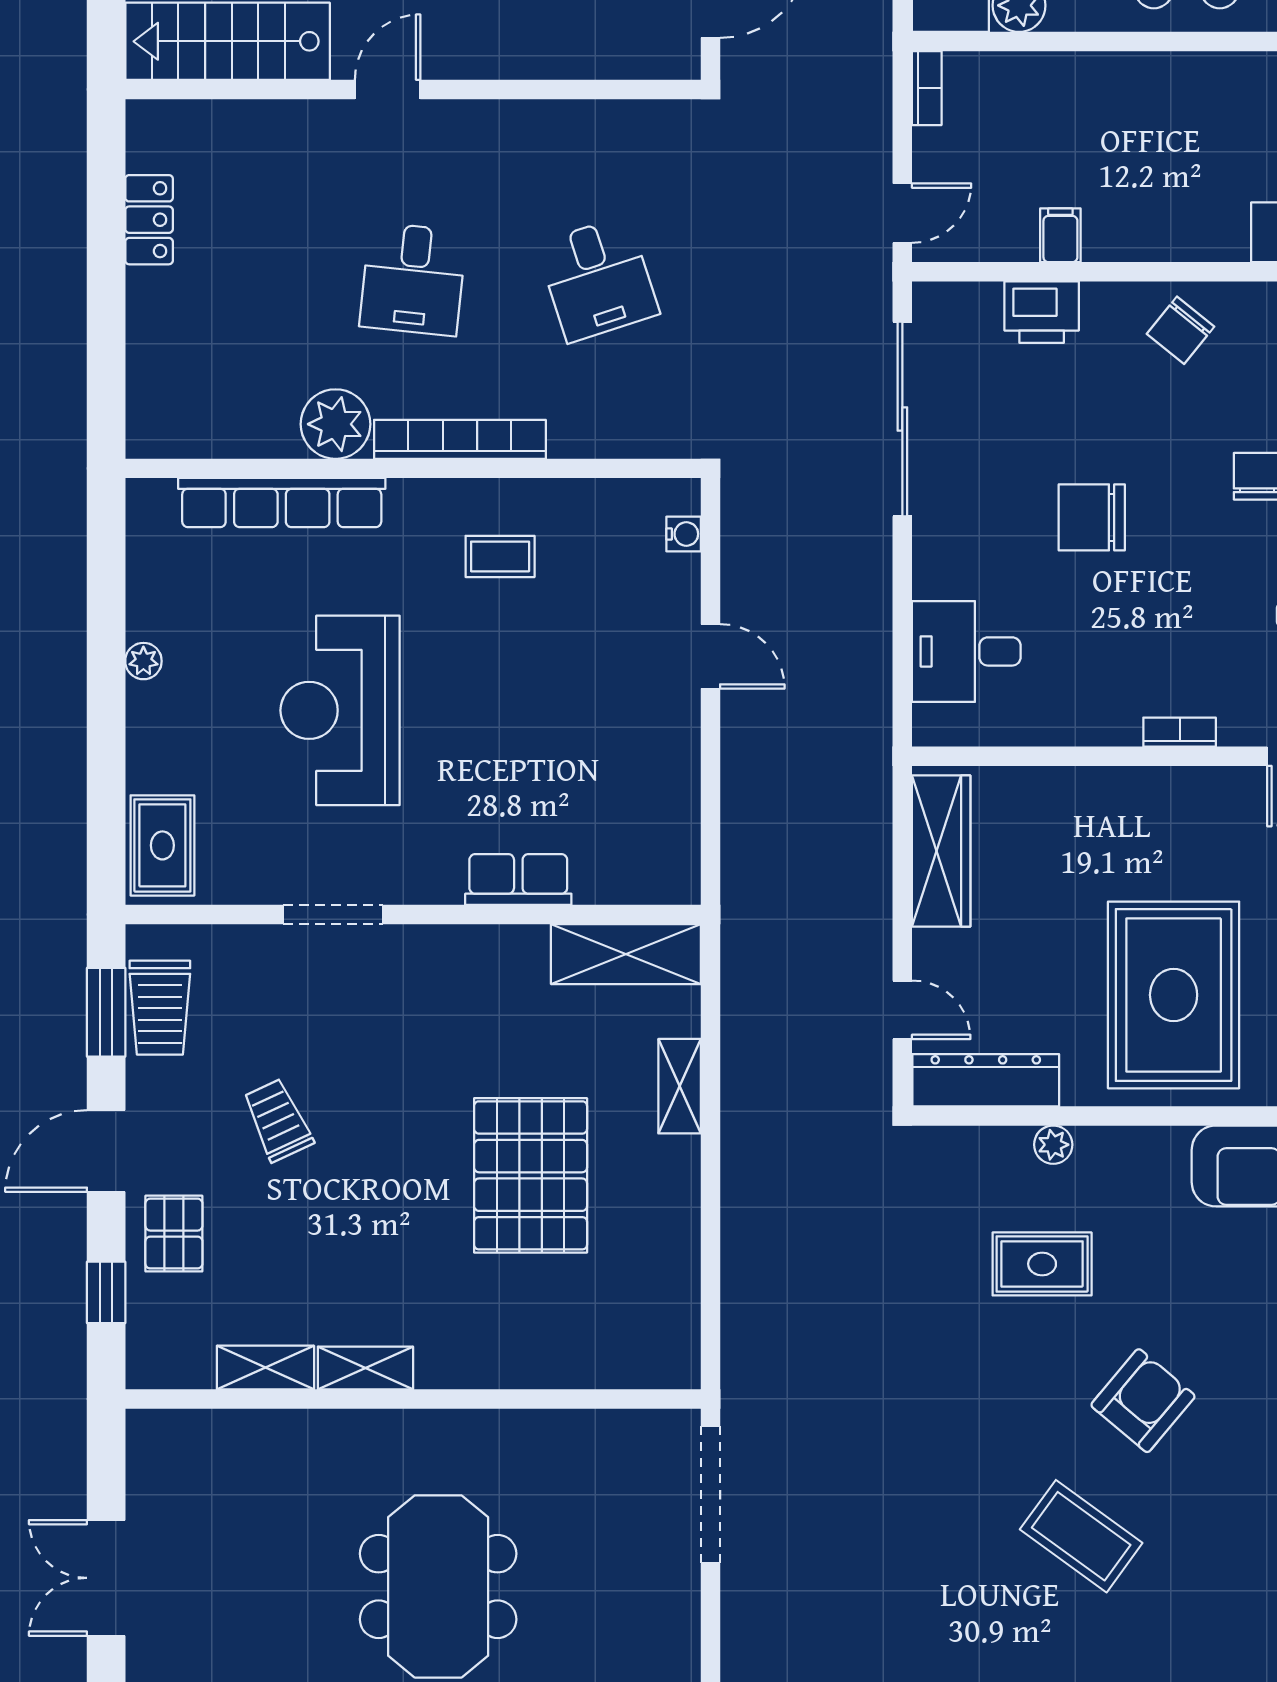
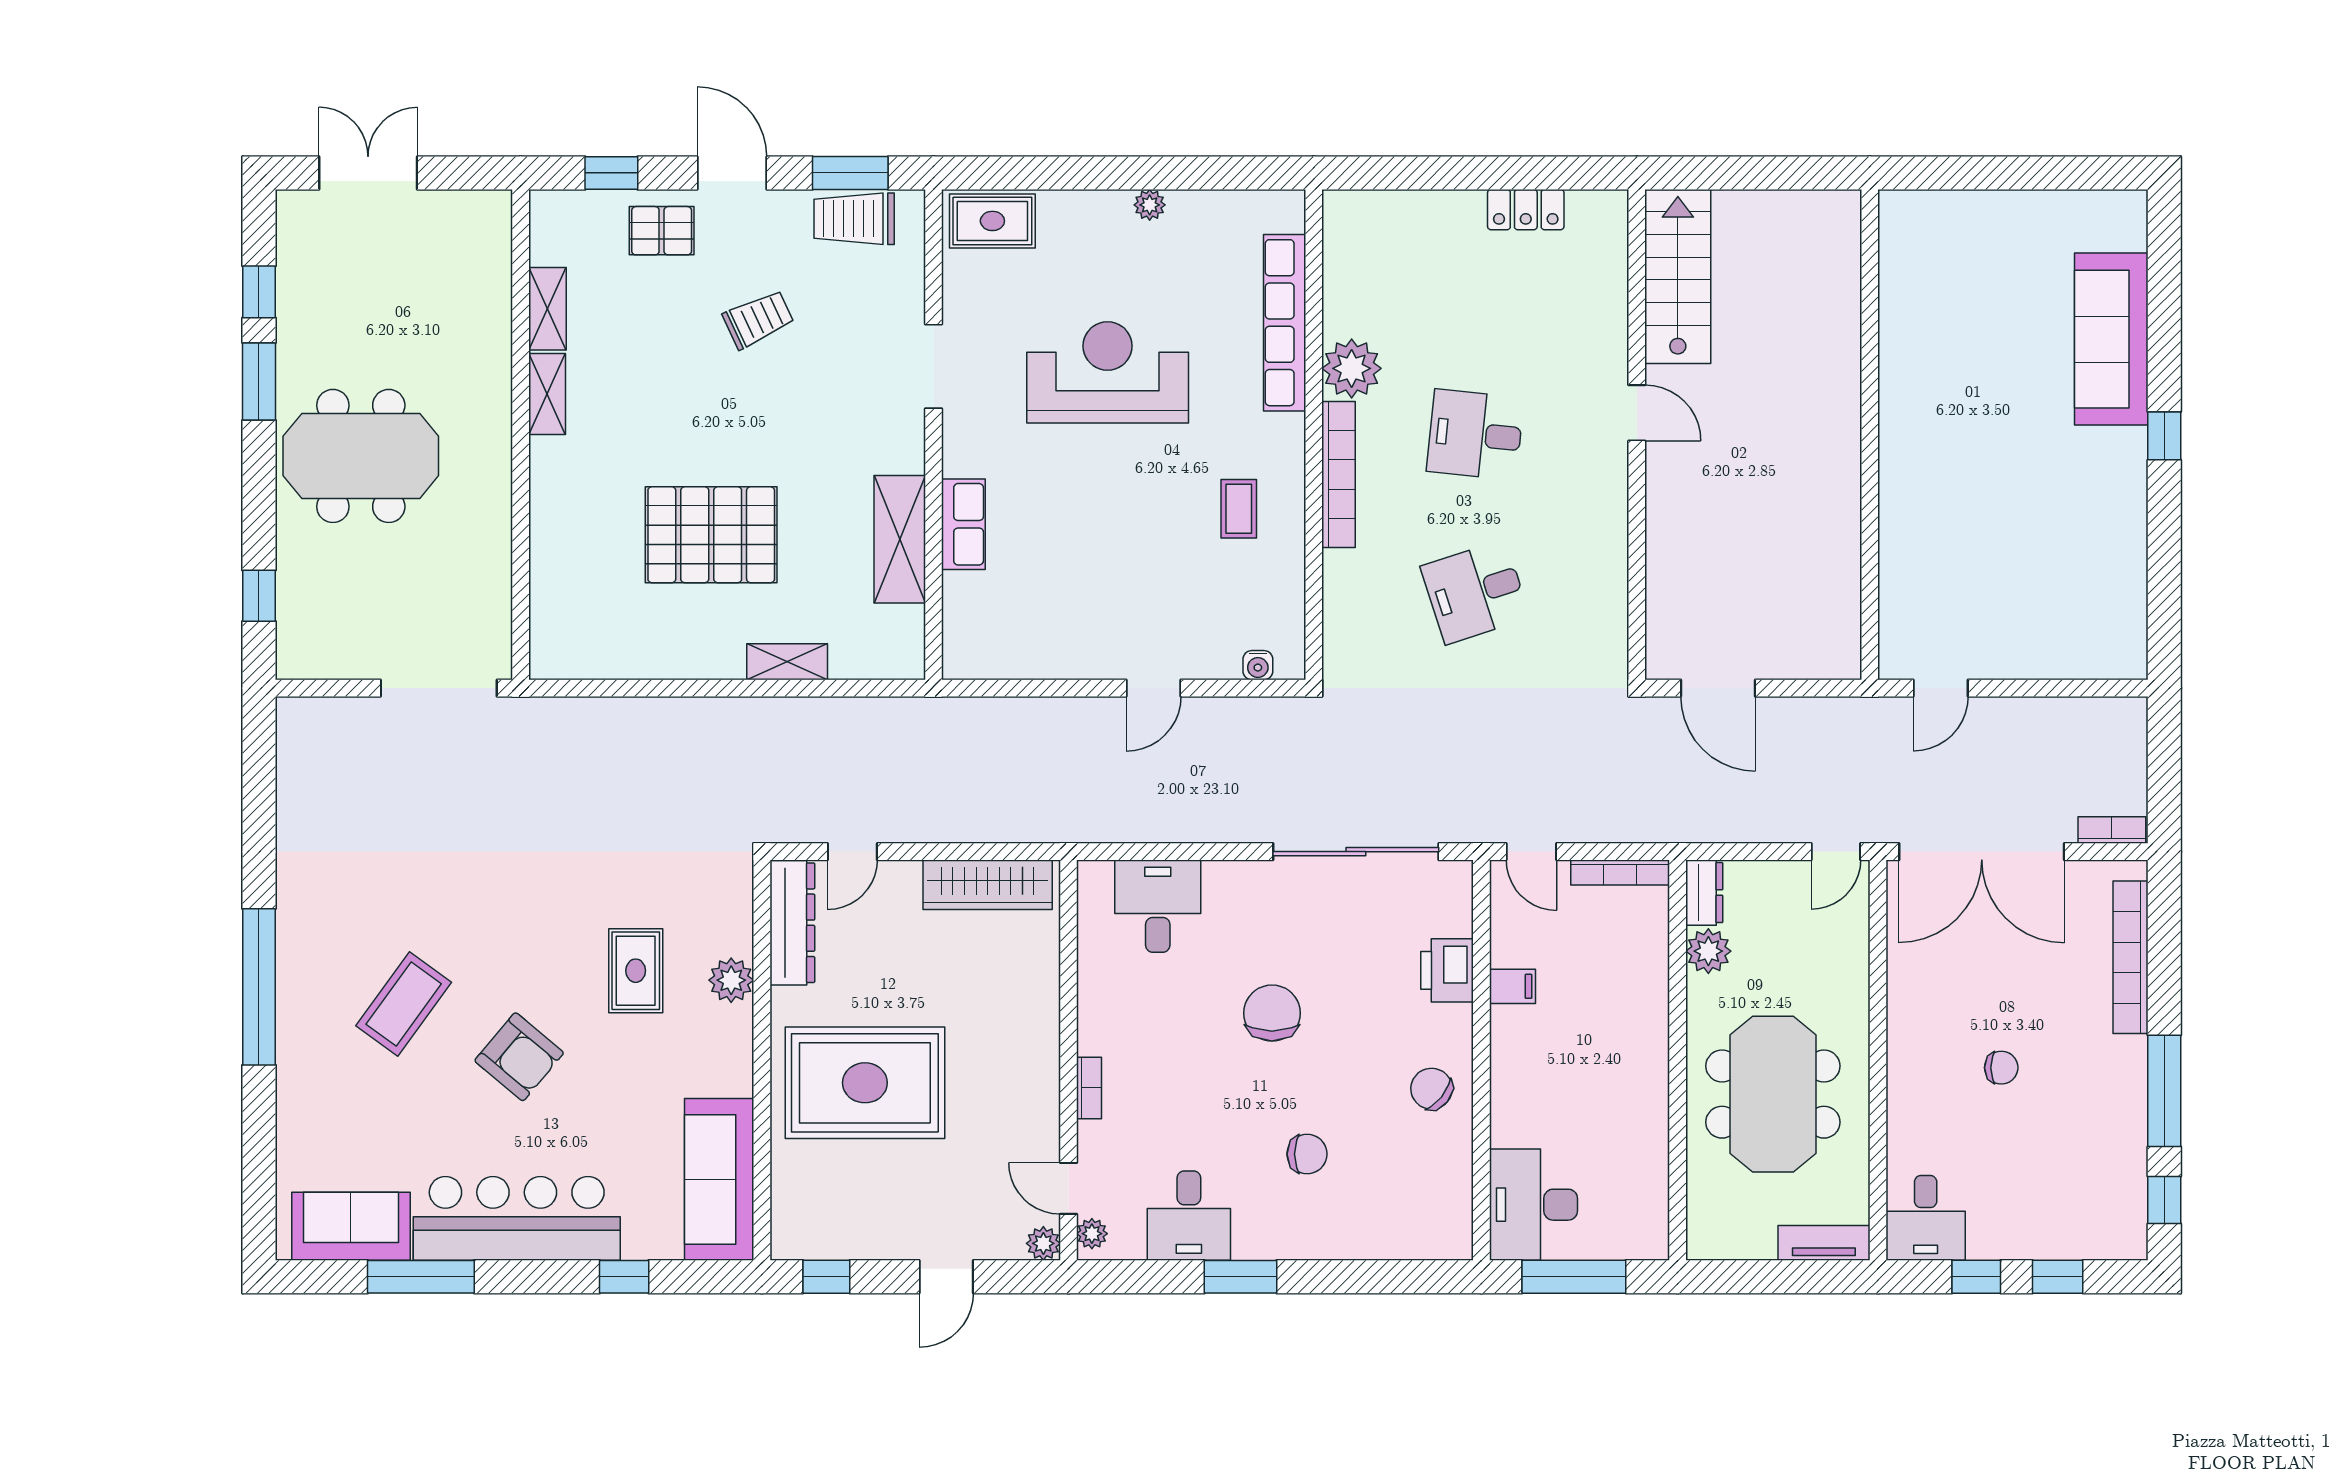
bookcase: (927, 88) -> (1620, 872), width x1.56
shelving: (626, 954) -> (900, 539), moved
plant: (1053, 1145) -> (731, 980), width x1.38, depth x1.38

